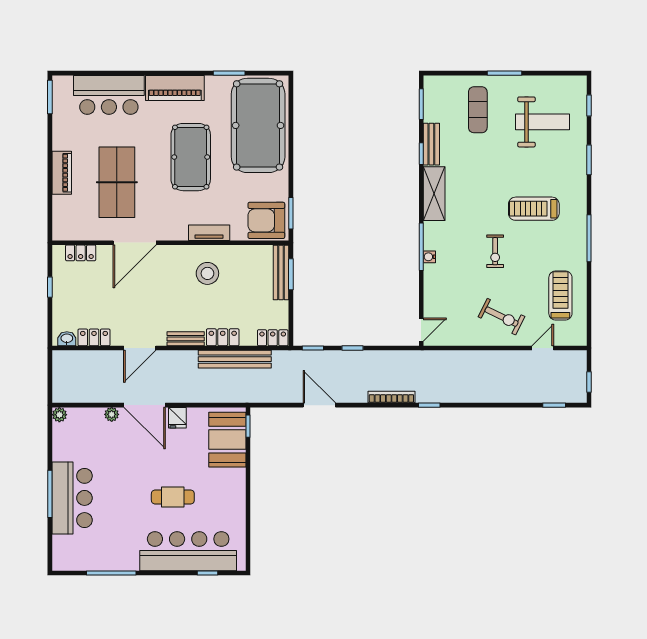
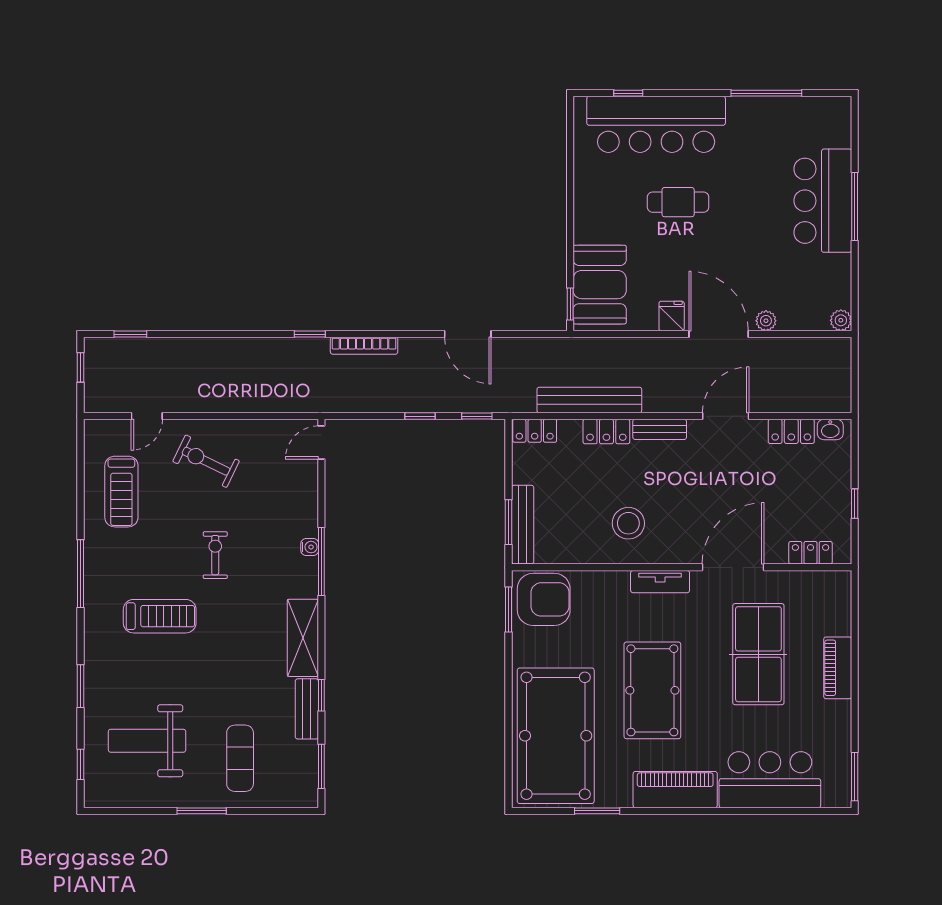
tv unit: (209, 233) -> (660, 582), moved

